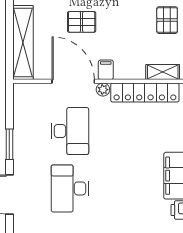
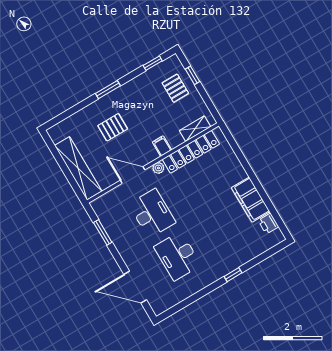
filing cabinet: (106, 70) -> (162, 146), moved
door: (73, 81) -> (133, 175), width x0.73
window: (9, 144) -> (103, 232), moved

